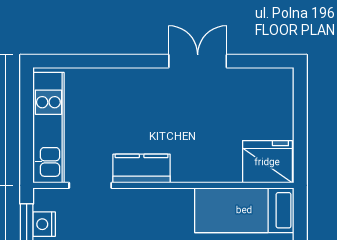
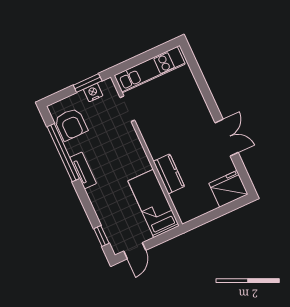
fridge: (267, 162) -> (228, 189), moved, turned -90
kitchen counter: (142, 169) -> (169, 174), moved

